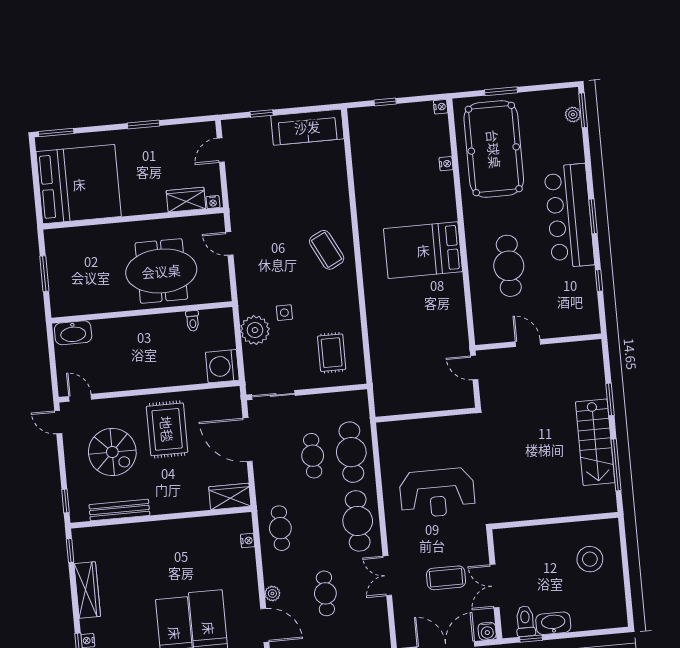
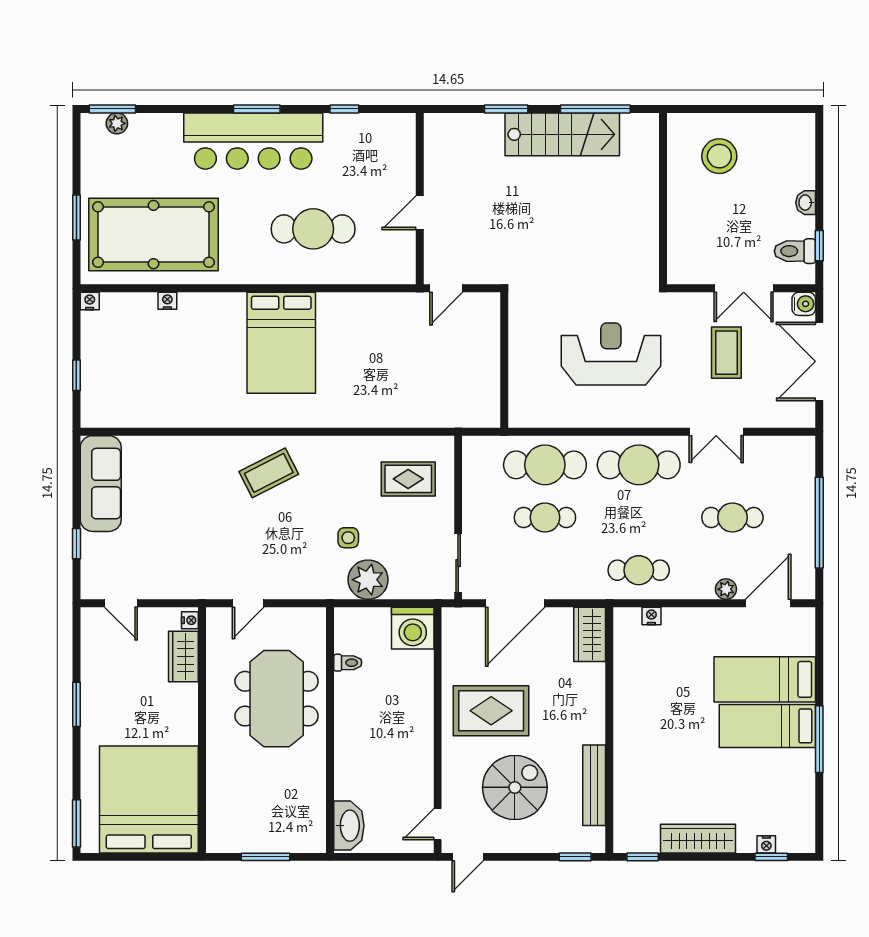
reception desk: (437, 493) -> (611, 354), turned -90
washbasin: (553, 623) -> (806, 203), width x0.52, depth x0.69

